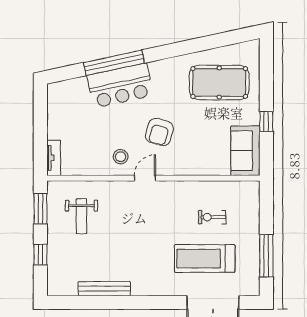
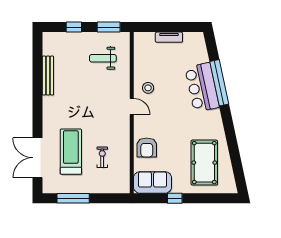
armchair: (159, 132) -> (147, 147), moved, turned -106
tv unit: (54, 158) -> (169, 37), moved

